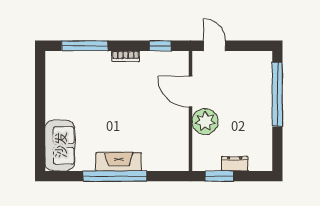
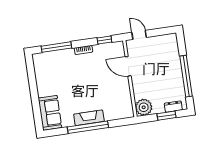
window: (277, 94) -> (186, 76), moved
plant: (205, 121) -> (144, 107), moved
dresser: (235, 164) -> (173, 107), moved
window: (220, 176) -> (167, 116), moved

